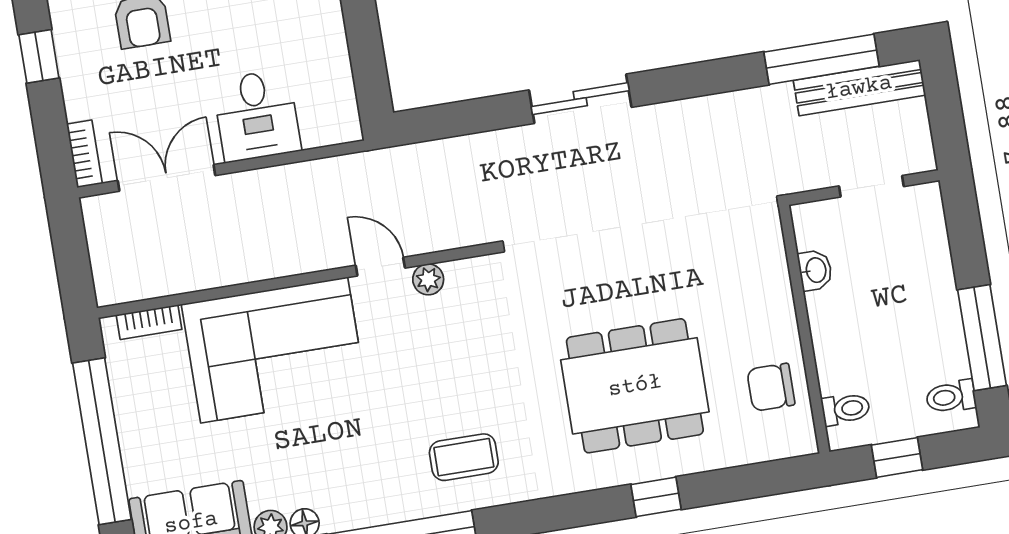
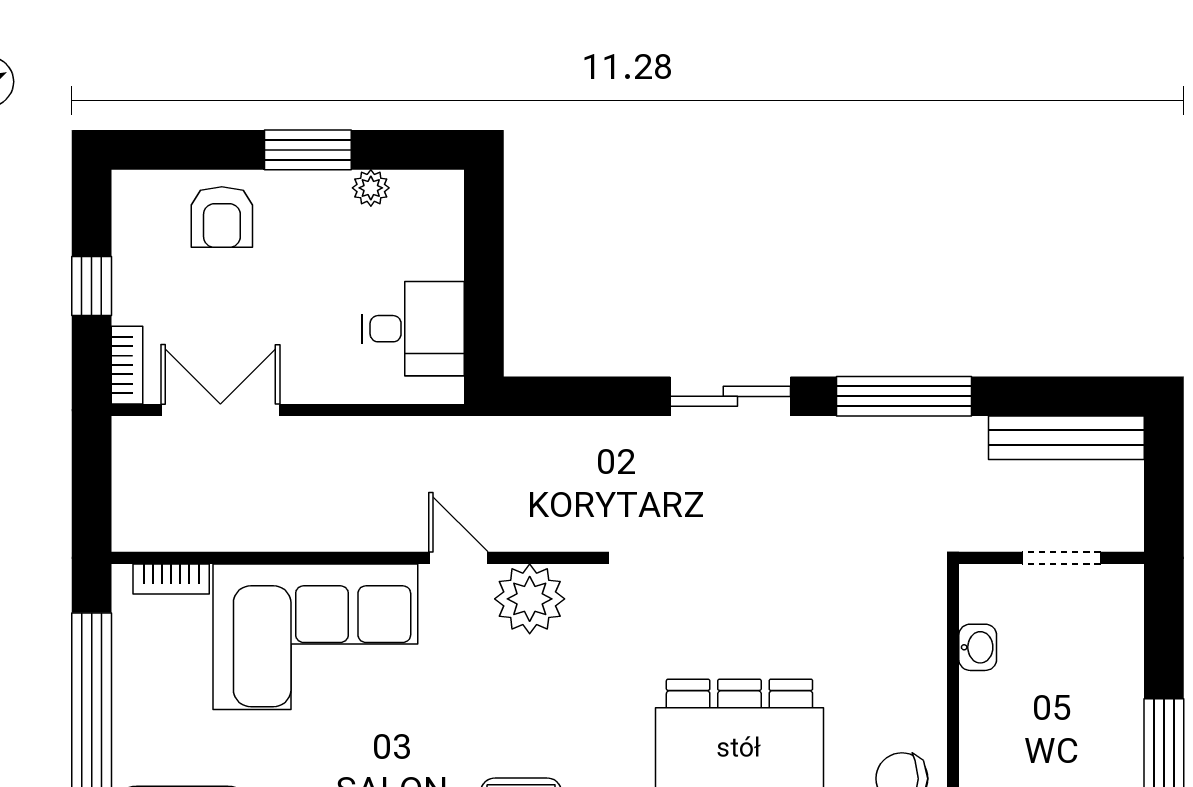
window: (39, 56) -> (92, 286), moved
window: (821, 59) -> (904, 396), moved
desk: (257, 116) -> (413, 329), moved, turned -90
plant: (428, 279) -> (530, 599), width x1.88, depth x1.88

